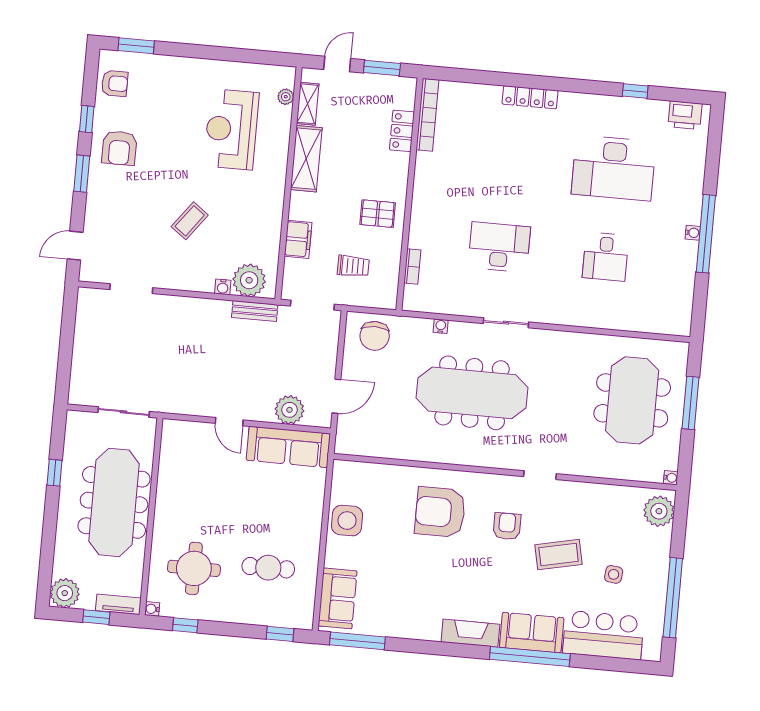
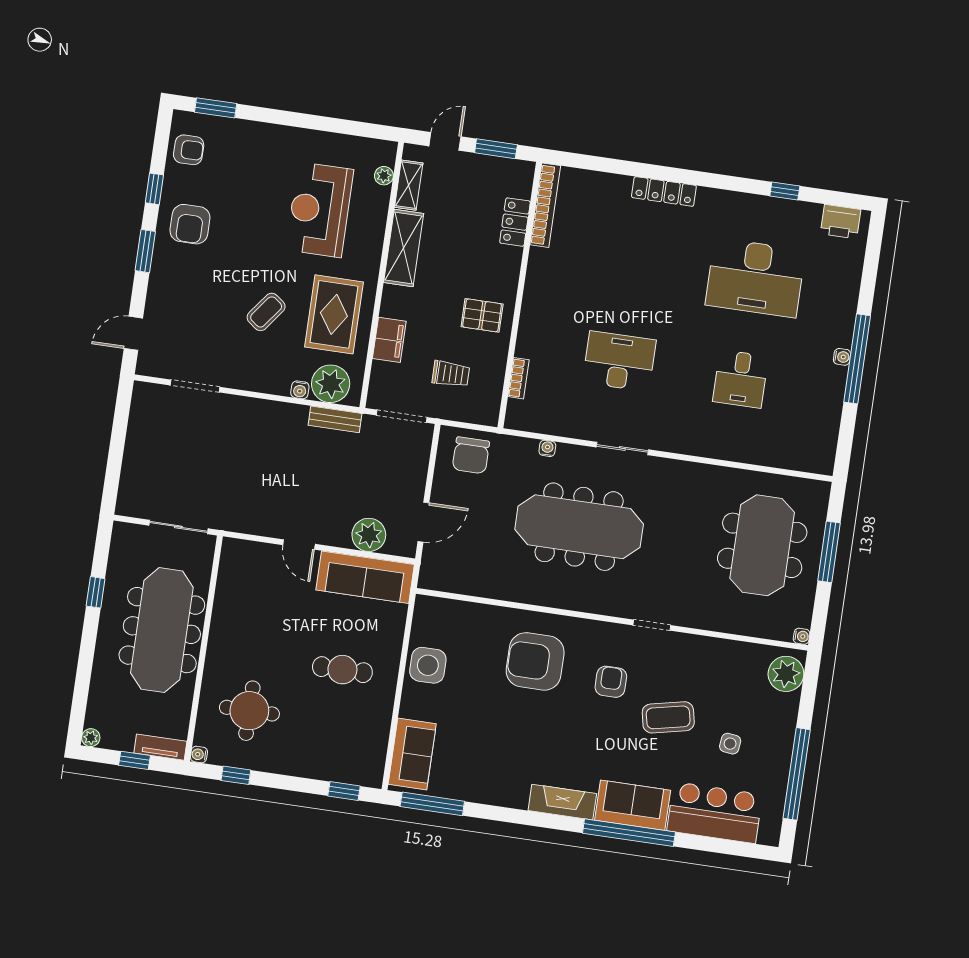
rug: (249, 220) -> (334, 314), added
cafe table: (268, 568) -> (342, 670), moved
plant: (65, 593) -> (91, 738), width x0.53, depth x0.53

